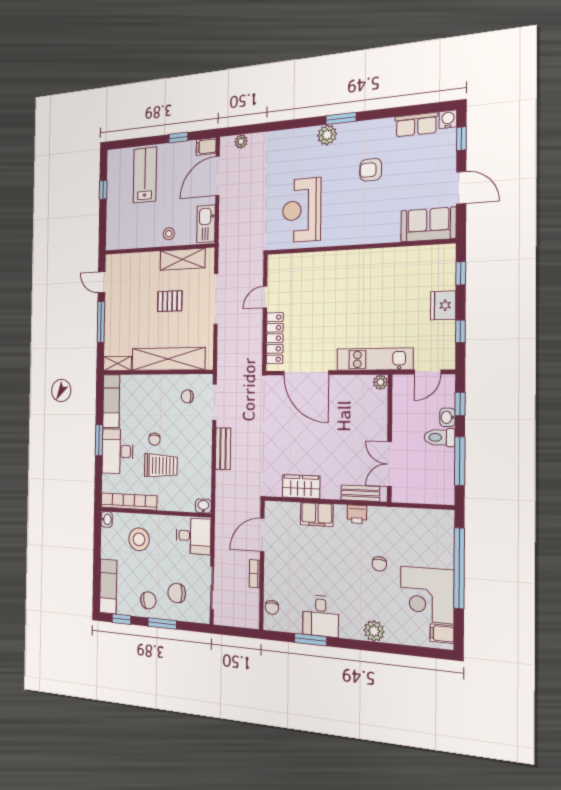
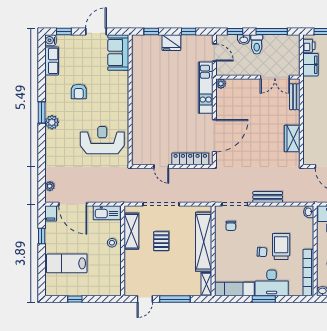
reception desk: (302, 210) -> (102, 140), turned 180
filing cabinet: (317, 514) -> (310, 65), moved
printer: (357, 514) -> (309, 46), moved

